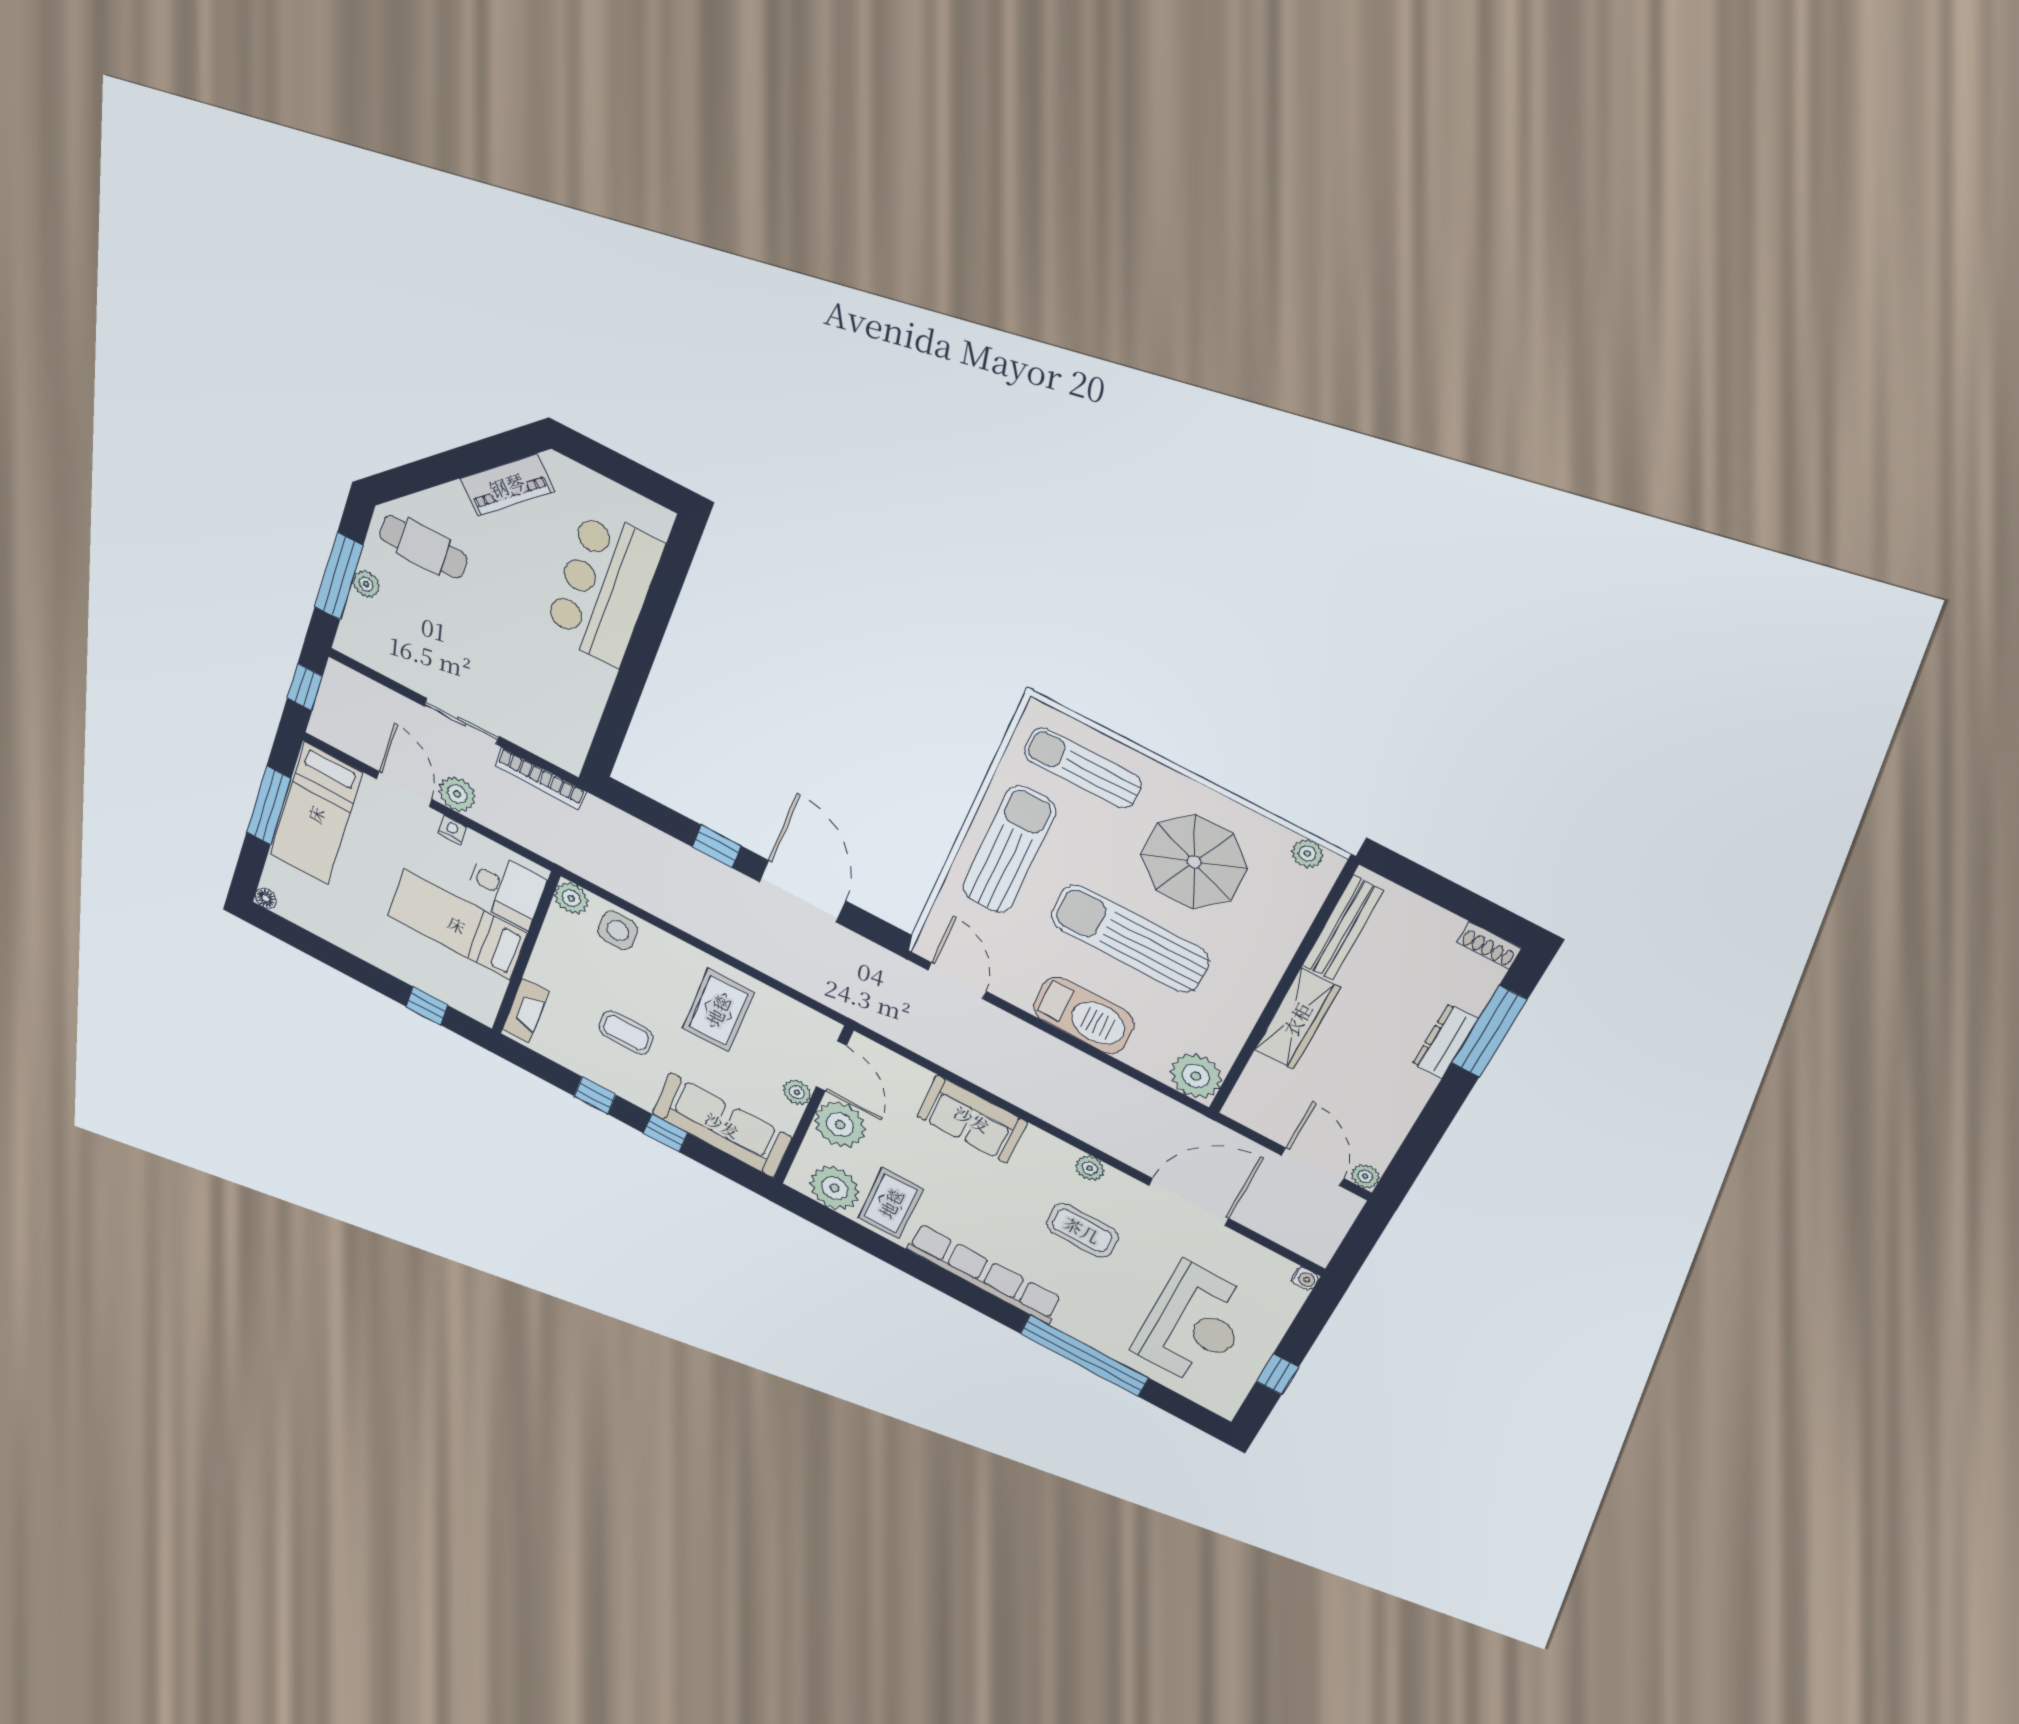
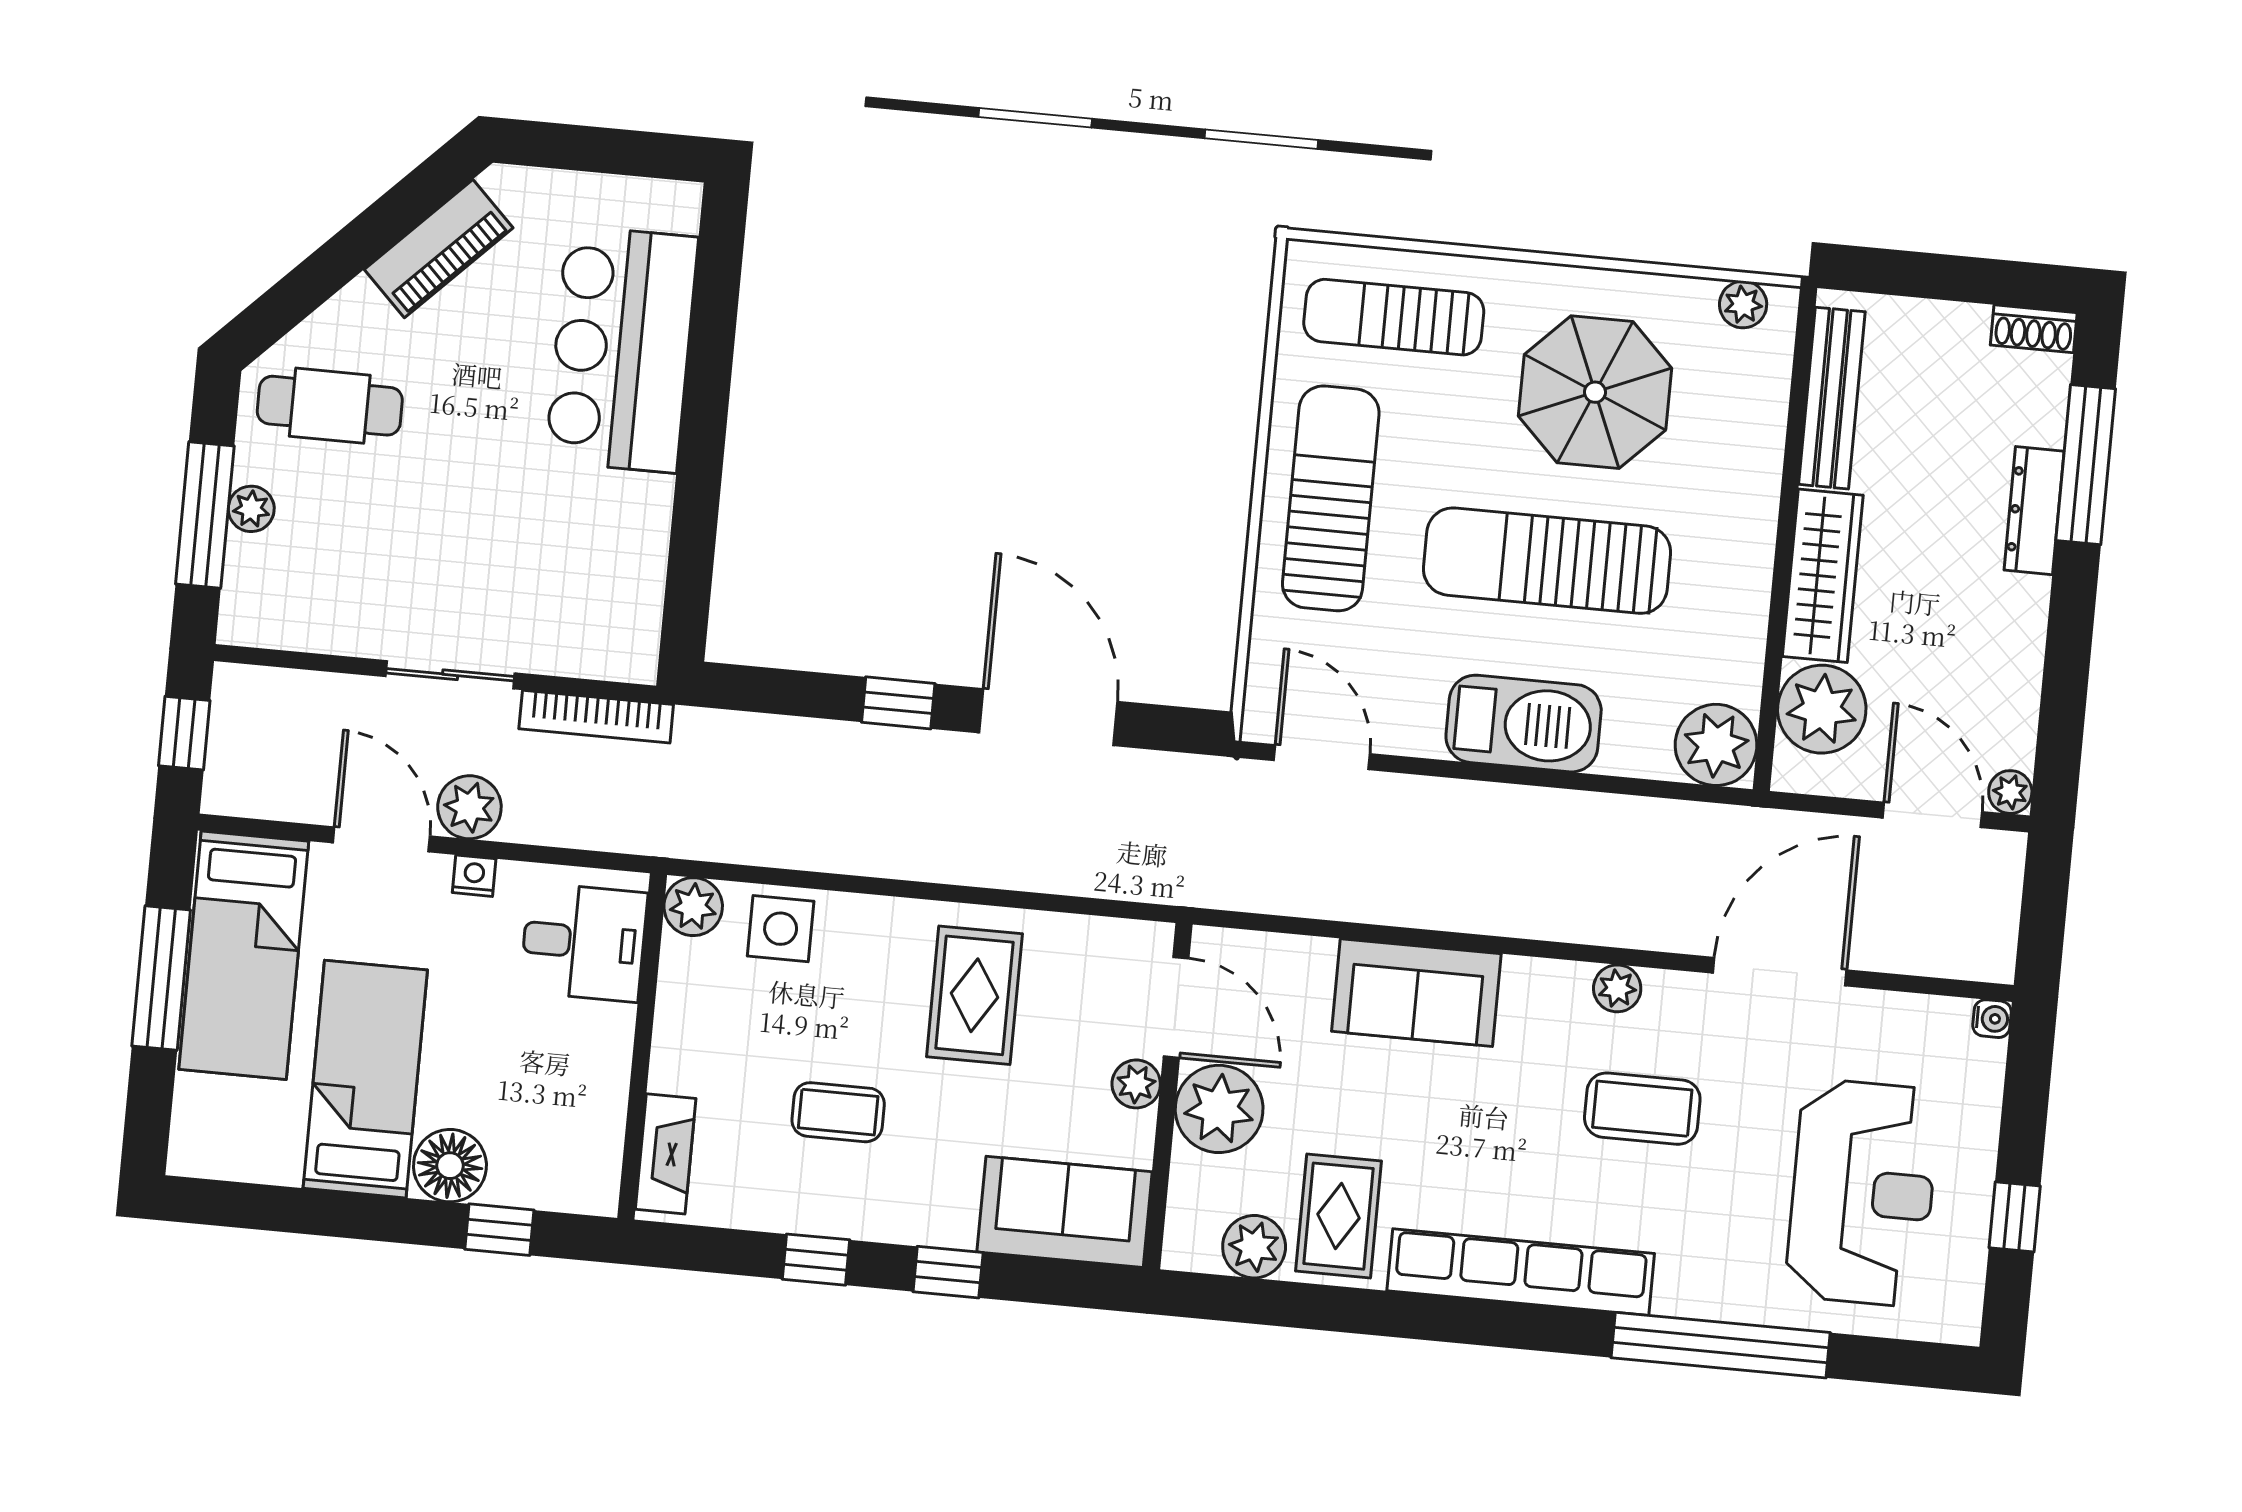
floor lamp: (266, 898) -> (450, 1166), moved, width x1.89, depth x1.89
bed: (457, 925) -> (365, 1079), moved, turned 90
plant: (1268, 1086) -> (1822, 709), added
sofa: (722, 1125) -> (1065, 1212), width x0.73
plant: (835, 1188) -> (1254, 1247), width x0.73, depth x0.73

